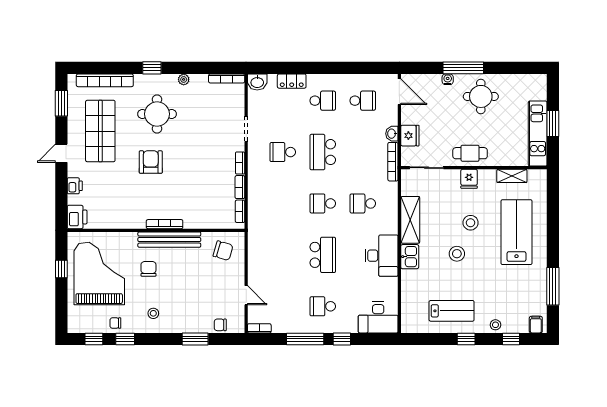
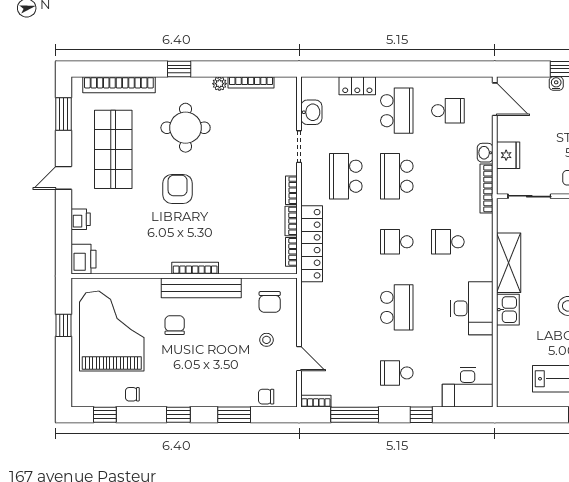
bookcase: (227, 78) -> (251, 82), moved
washbasin: (257, 82) -> (311, 112), moved, turned -90
school desk: (323, 101) -> (397, 111), width x1.85
school desk: (283, 152) -> (346, 176), width x1.85
locker: (256, 205) -> (312, 244), added
chair: (223, 251) -> (270, 302), turned 74
stool: (153, 313) -> (267, 340), moved
window: (125, 339) -> (178, 415), moved
window: (305, 339) -> (355, 415), moved

